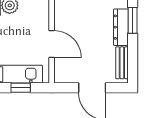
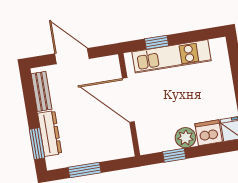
door: (52, 44) -> (128, 100), width x1.36

